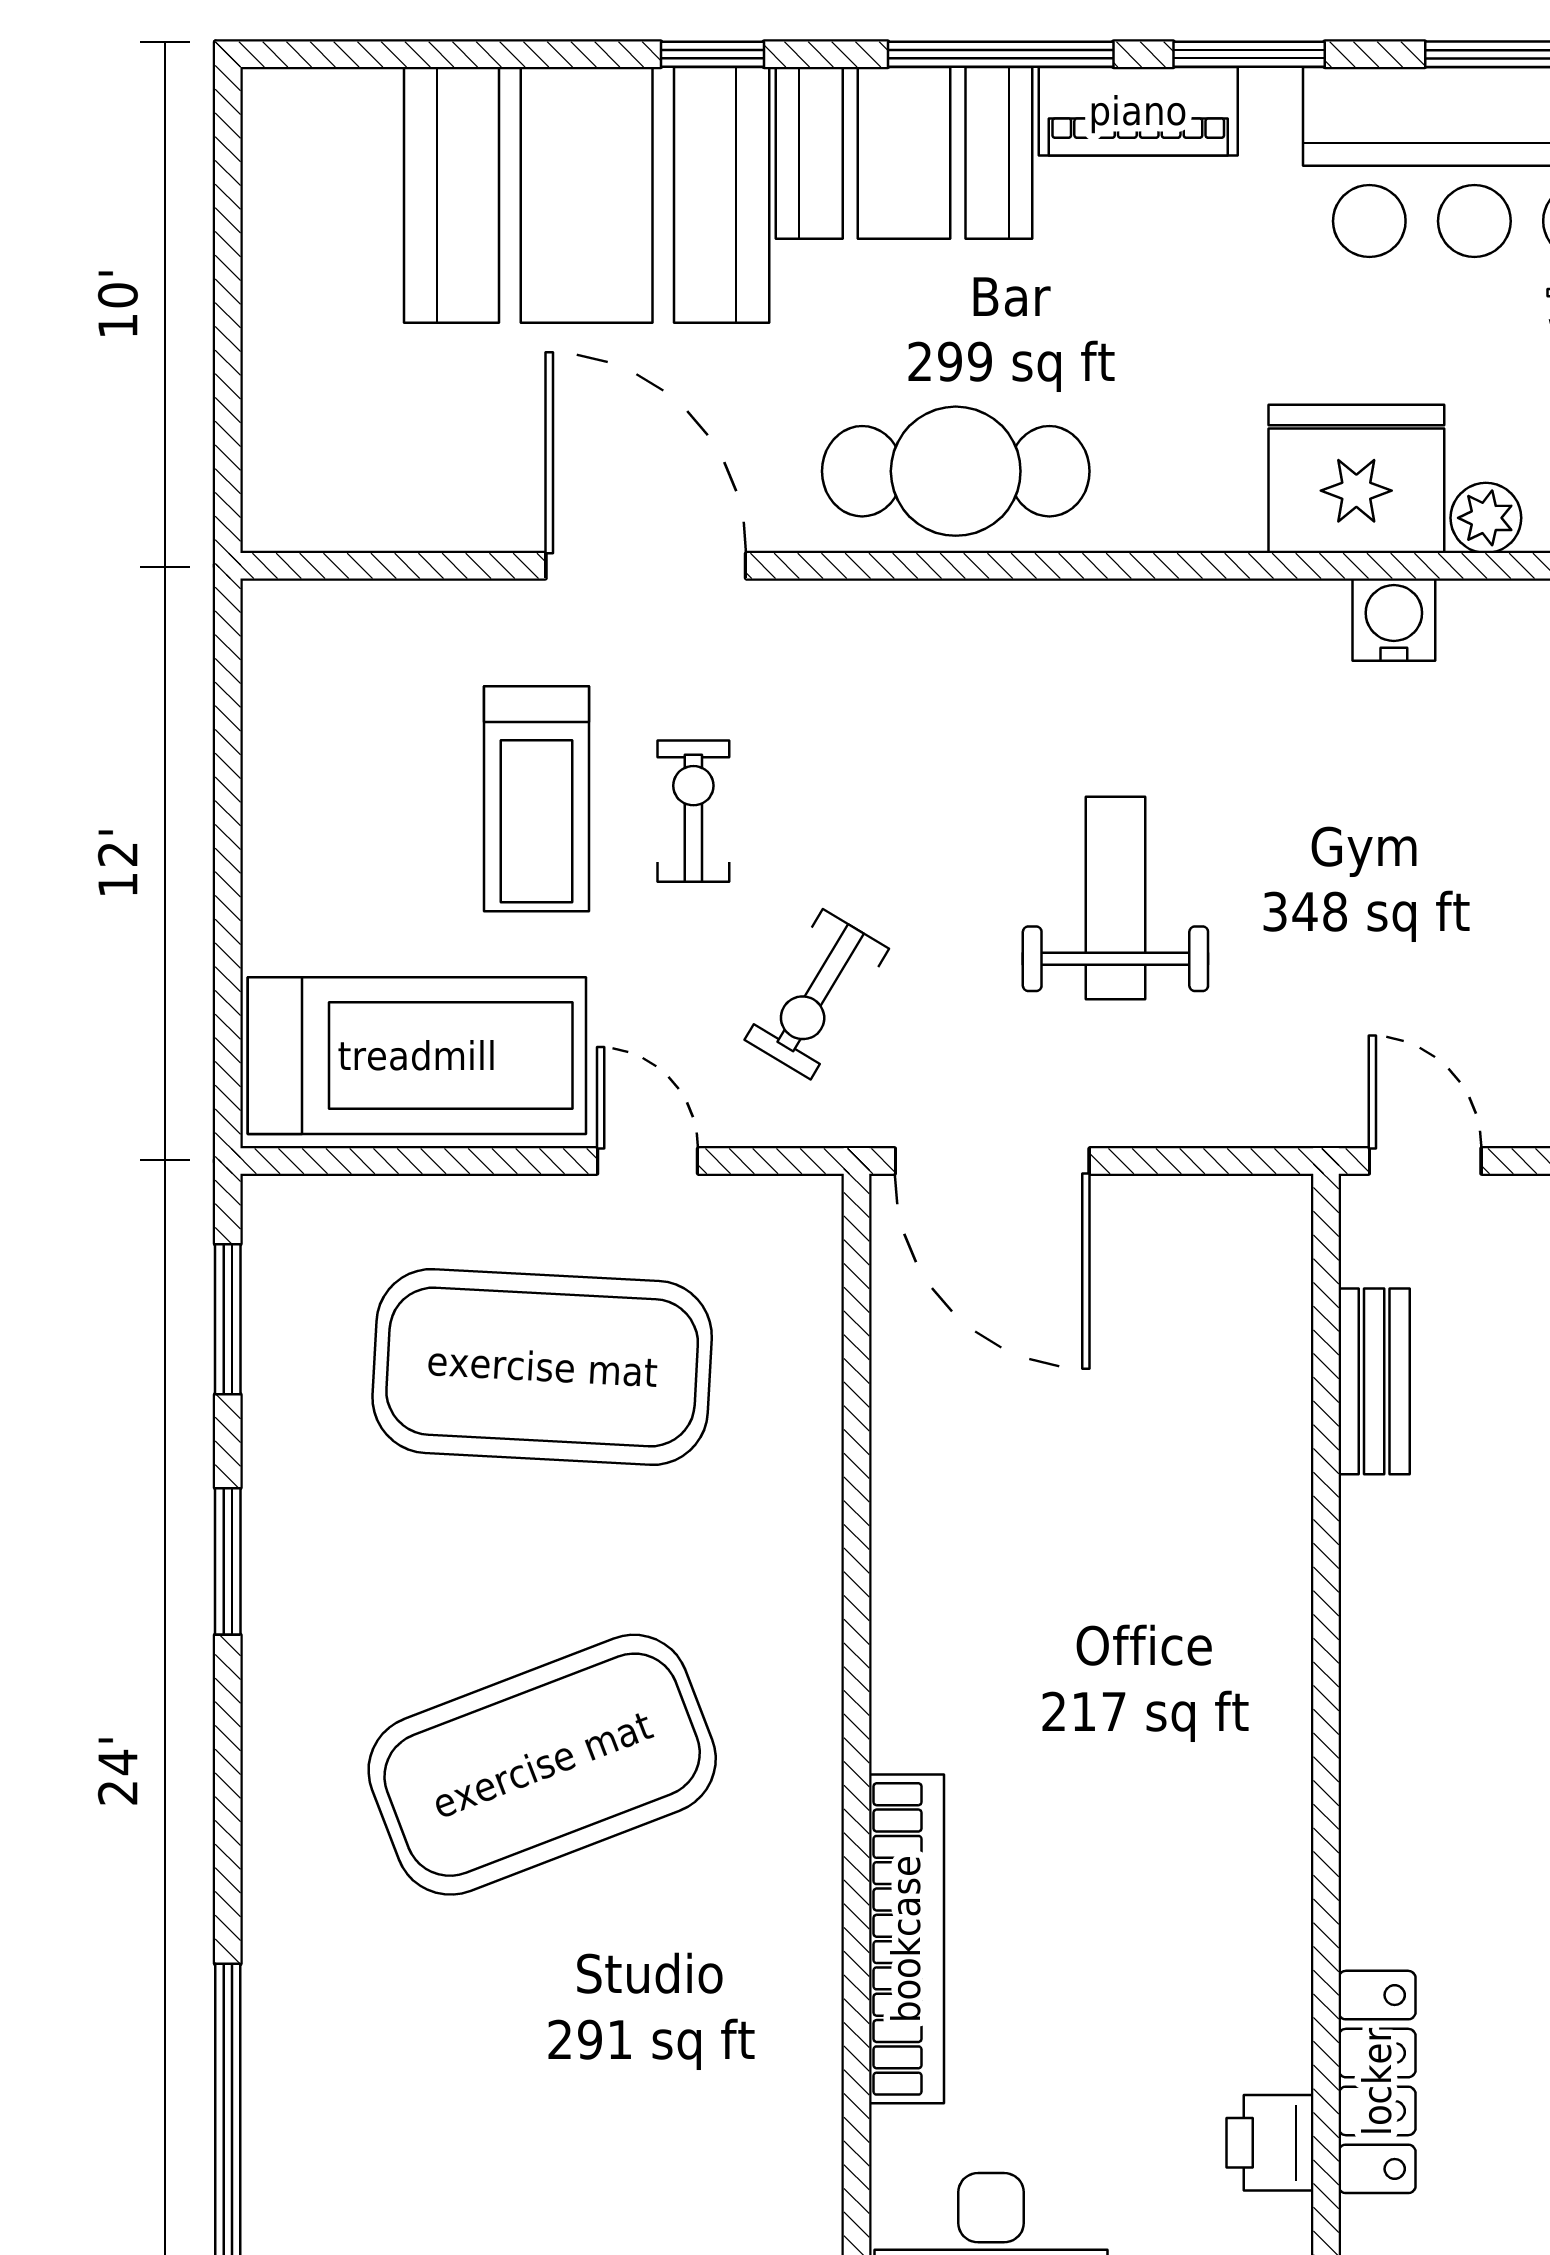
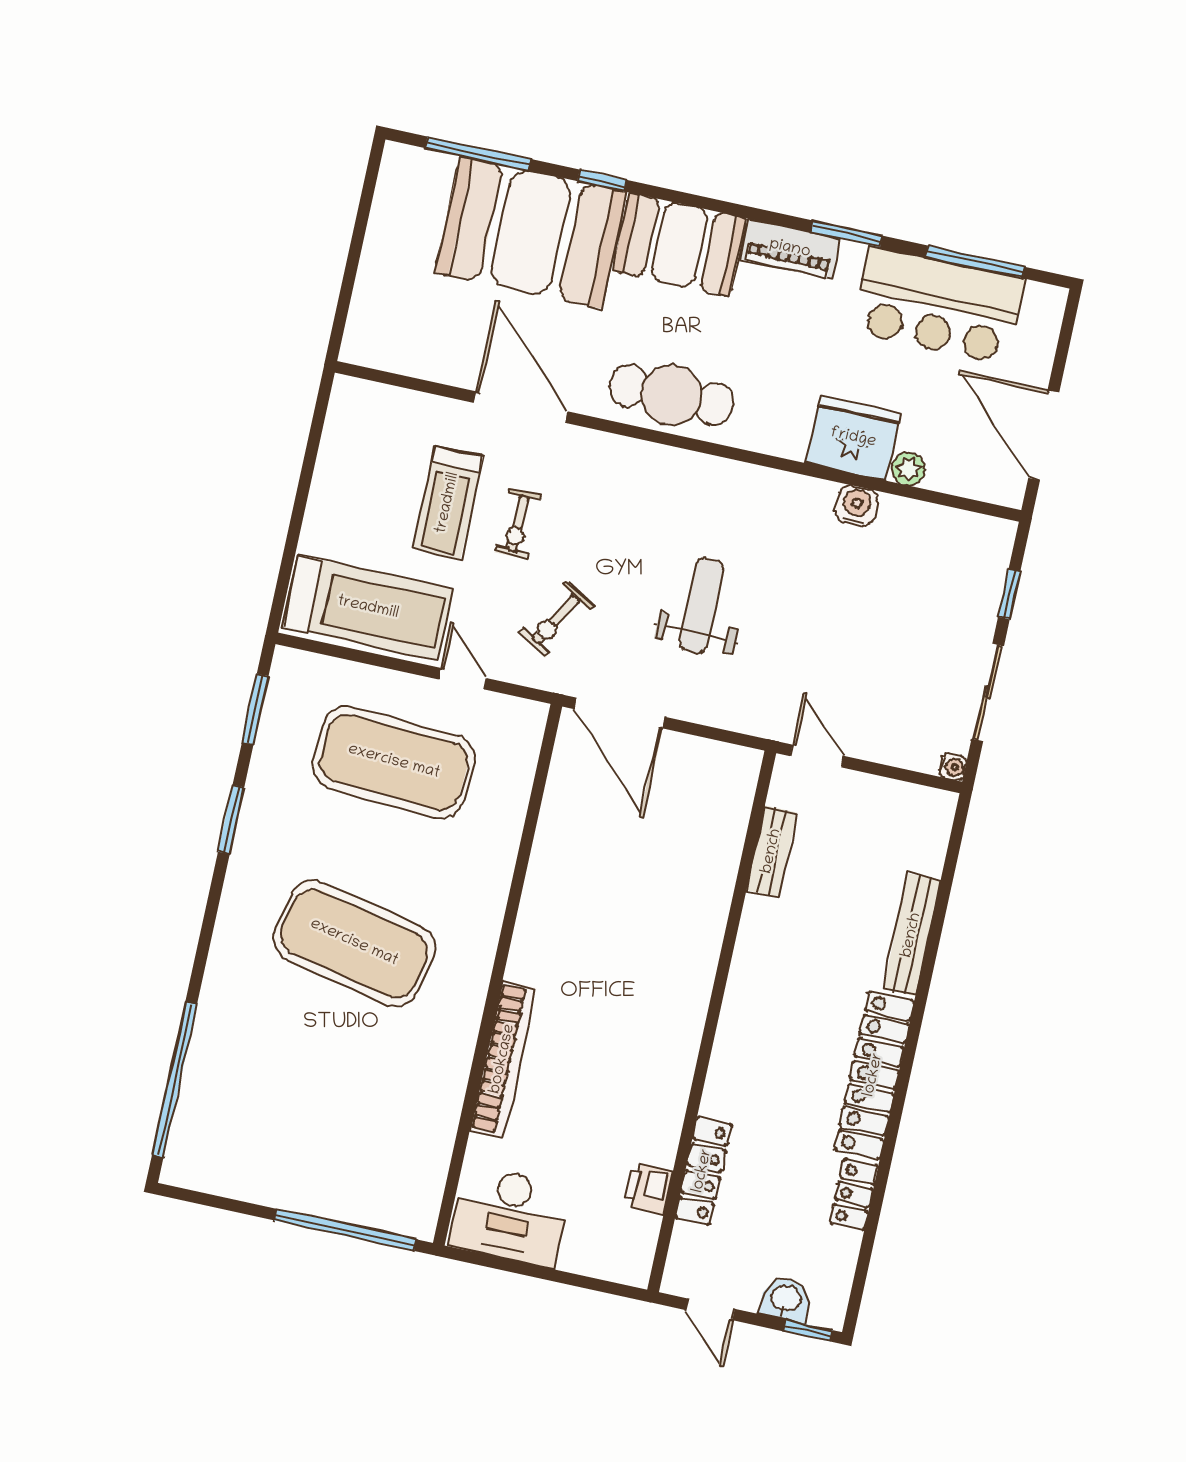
window: (1001, 54) -> (478, 153), moved
exercise bike: (693, 811) -> (518, 524), turned 180
exercise mat: (542, 1765) -> (354, 943), turned 33

